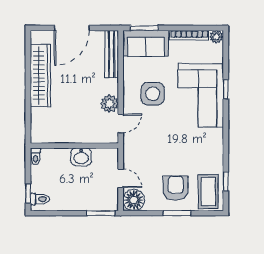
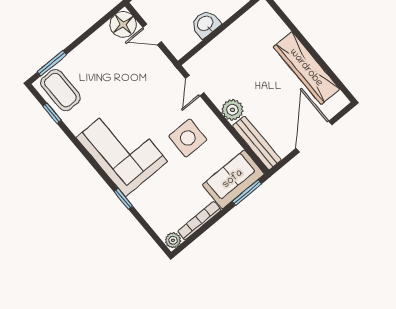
corner sofa: (201, 95) -> (122, 149), moved
plant: (109, 104) -> (232, 110), moved
armchair: (176, 188) -> (93, 68), removed
window: (177, 213) -> (52, 63), moved

